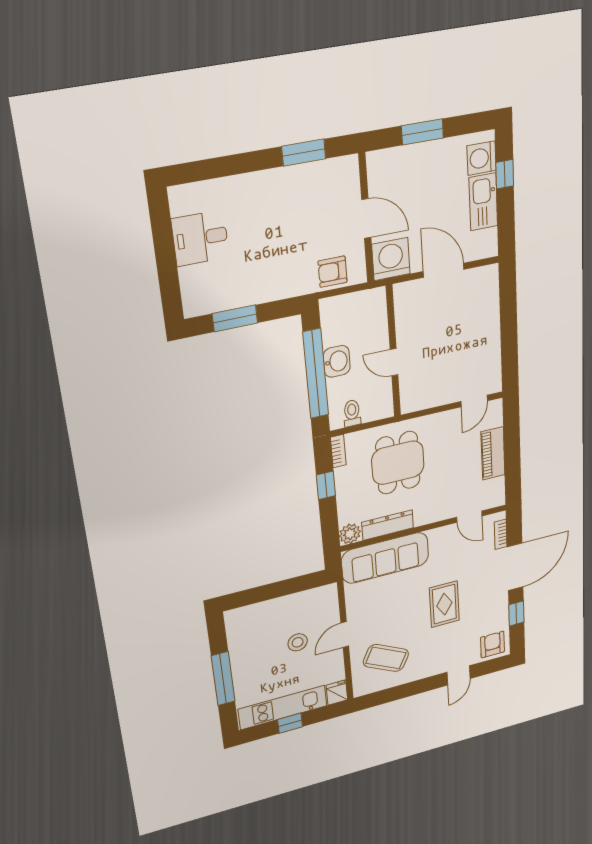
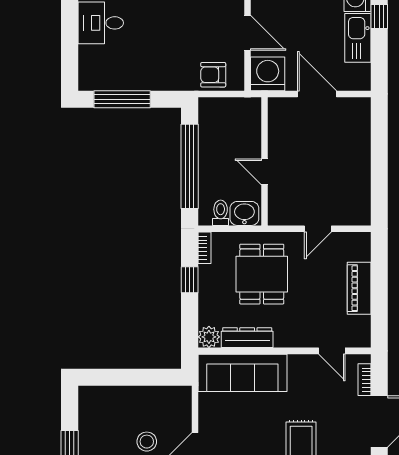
window: (235, 318) -> (122, 99), width x1.44
washbasin: (337, 361) -> (244, 213), moved, turned -90
door: (474, 401) -> (318, 229), moved

